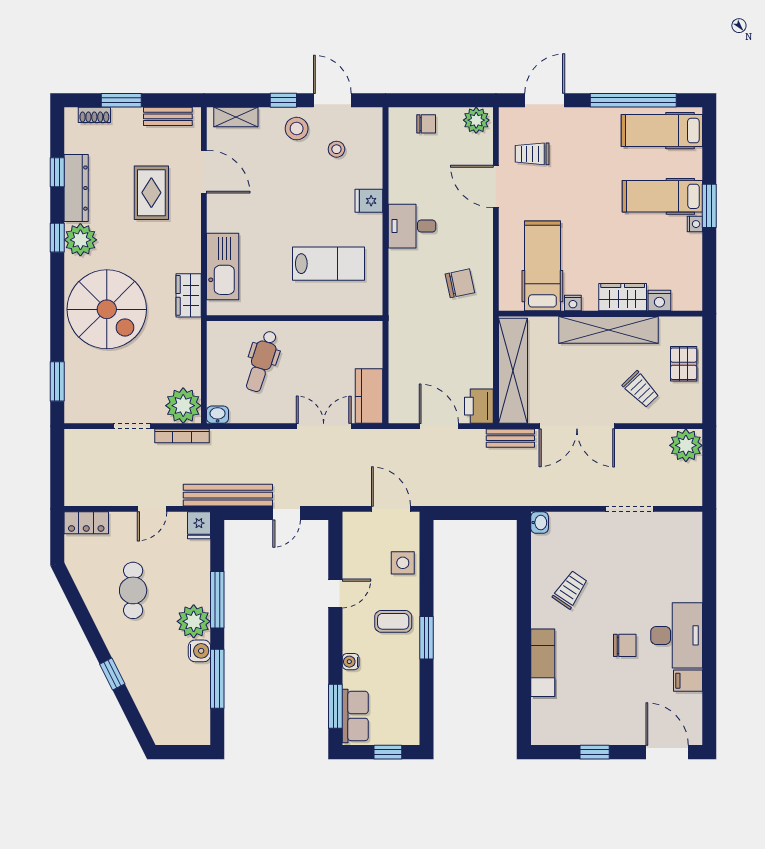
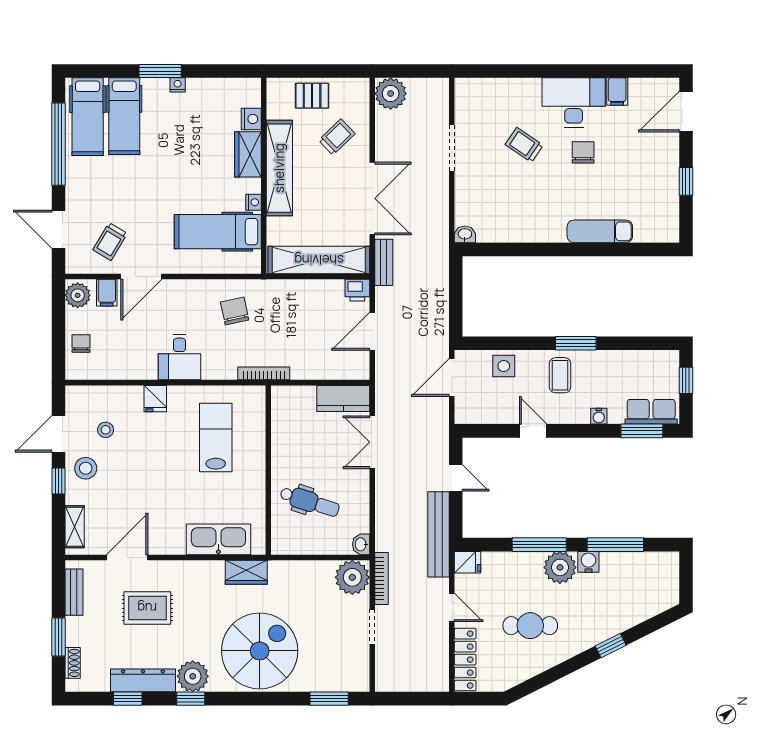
filing cabinet: (479, 150) -> (107, 293), added
trolley: (532, 154) -> (110, 242), turned 31
hospital bed: (662, 196) -> (124, 116), moved
bookcase: (395, 314) -> (264, 373), added
printer: (479, 406) -> (357, 290), width x0.73, depth x0.81
locker: (86, 523) -> (465, 660), width x1.53
trolley: (570, 590) -> (524, 145), moved

